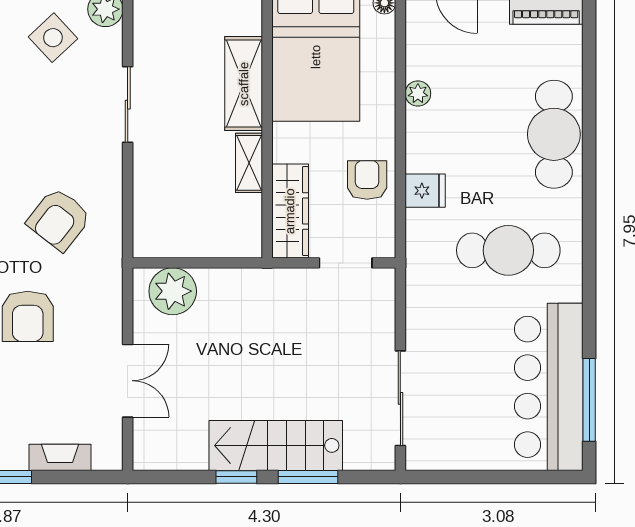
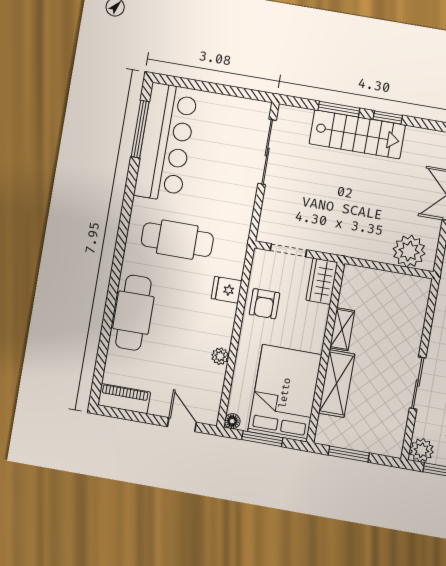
wardrobe: (290, 211) -> (322, 281), width x0.67

